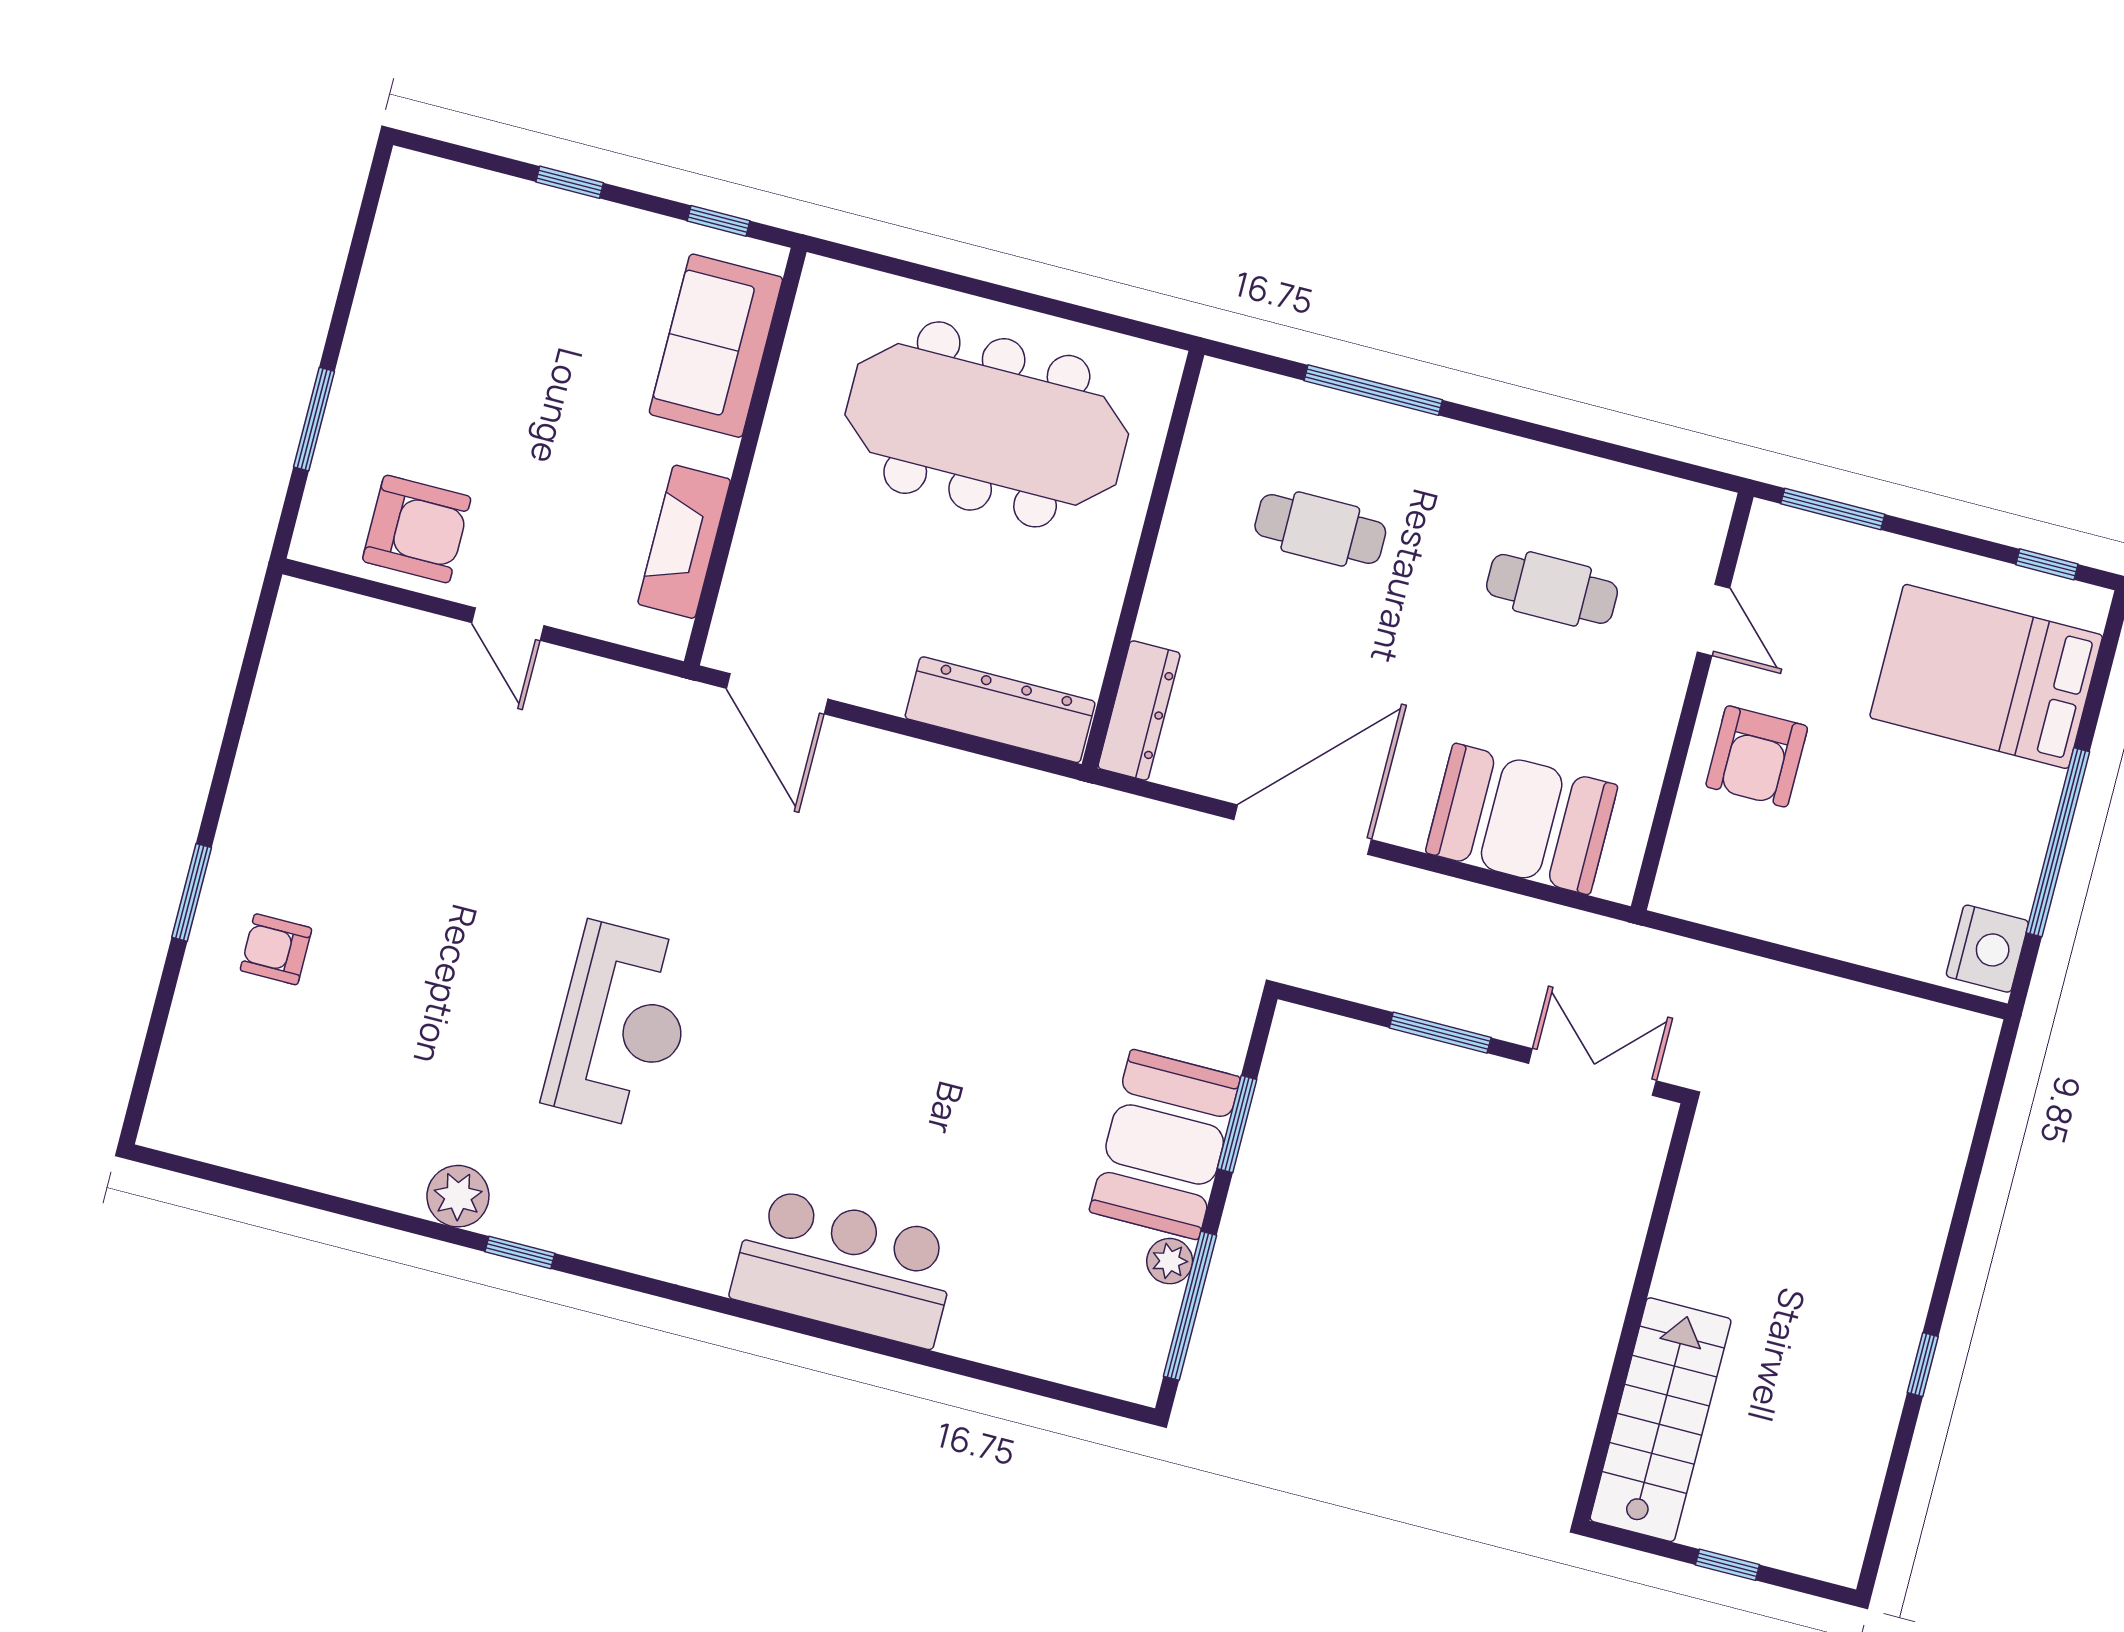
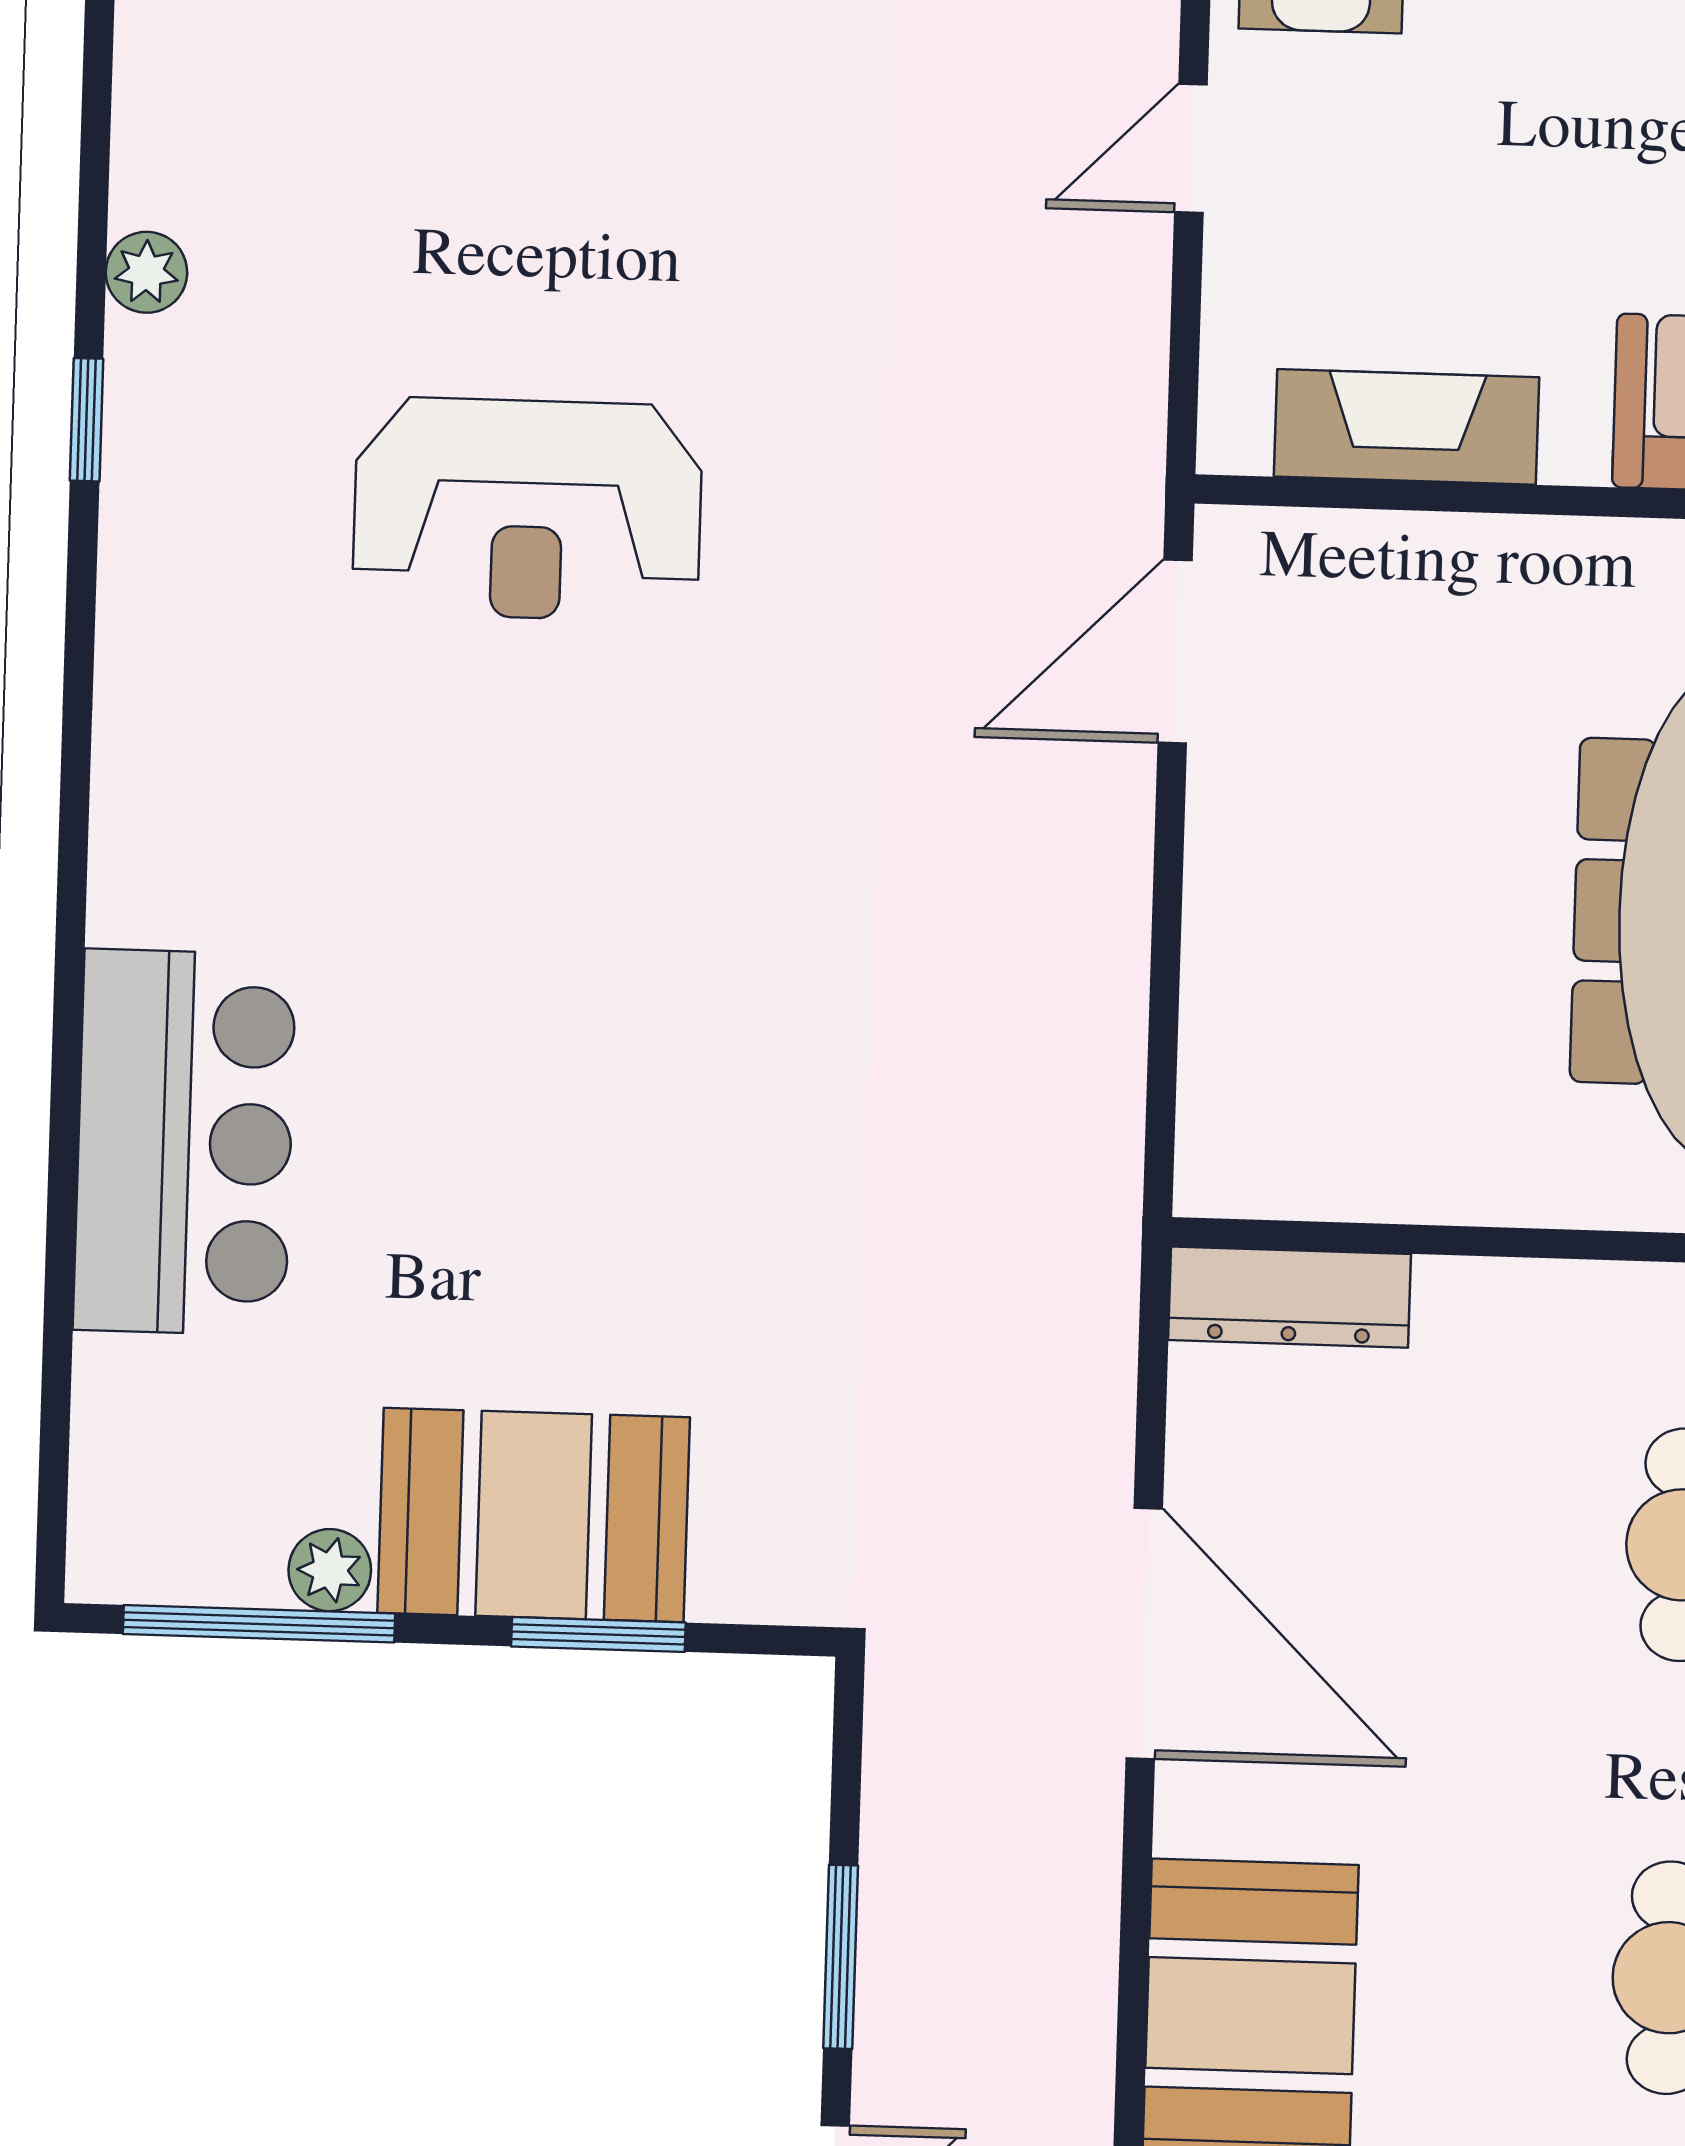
dresser: (1000, 710) -> (1236, 1051), removed
plant: (458, 1196) -> (146, 272), width x0.73, depth x0.73
bar counter: (845, 1268) -> (185, 1142), moved

